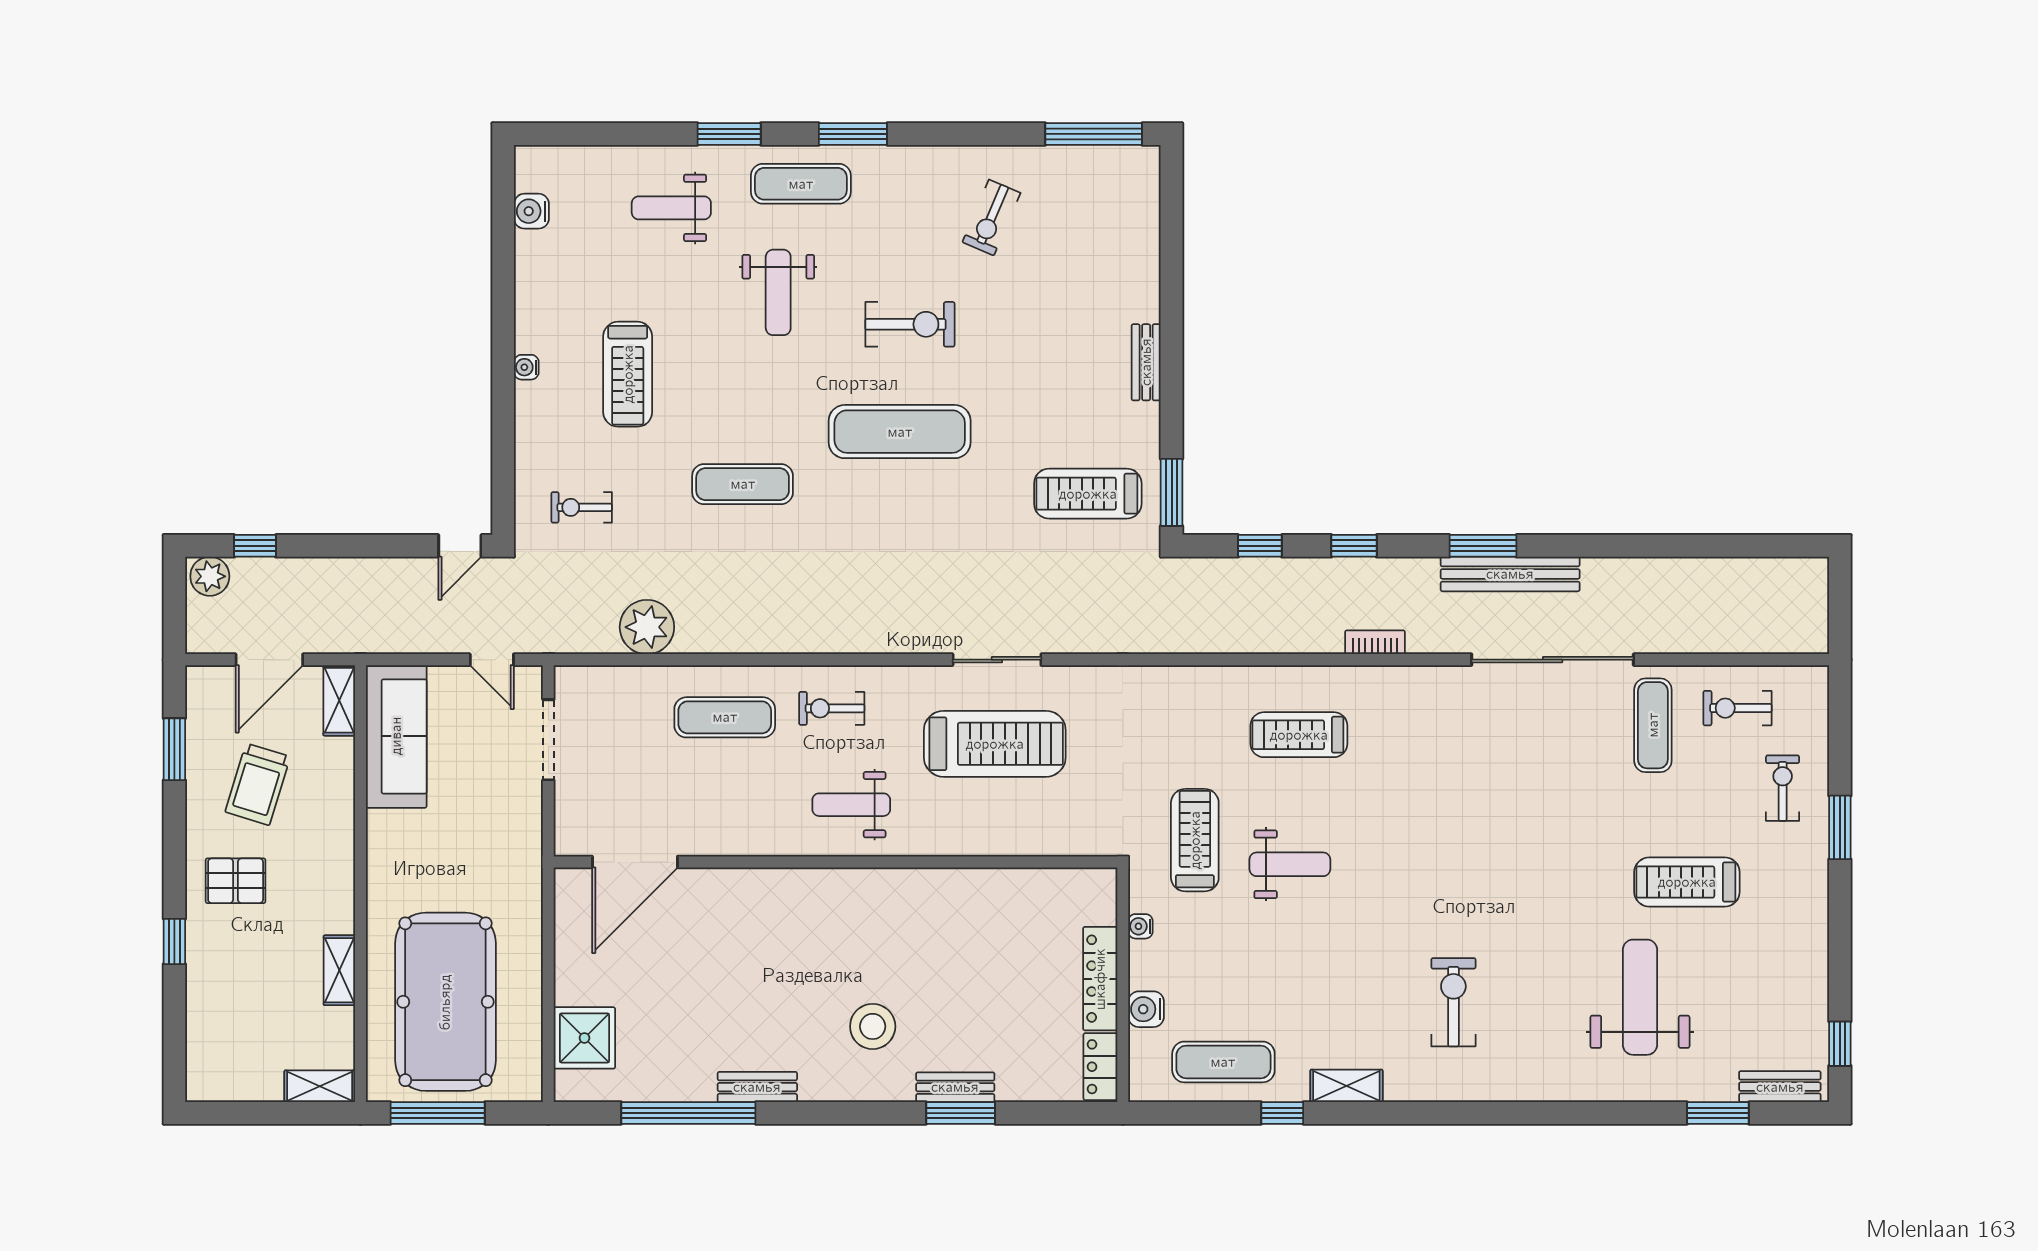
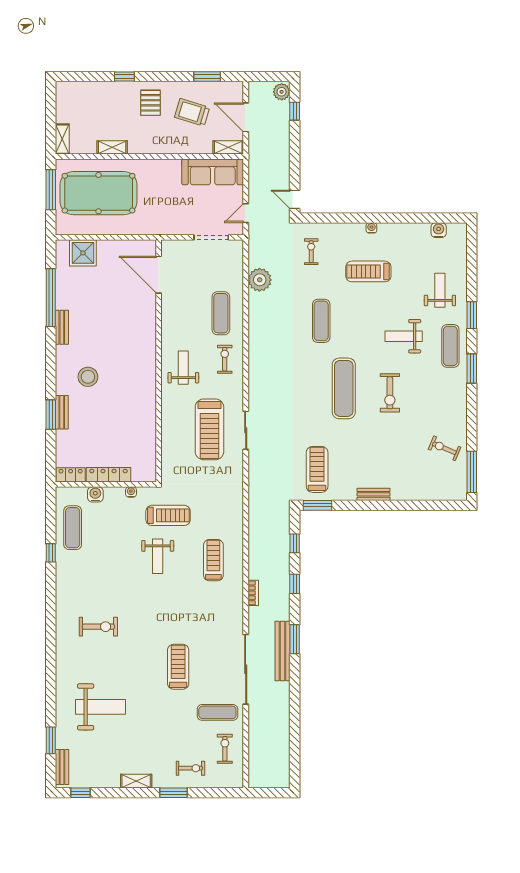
exercise bike: (991, 218) -> (444, 448), moved
treadmill: (1687, 882) -> (178, 667), moved
shelving: (1346, 1086) -> (136, 781), moved, turned 90

